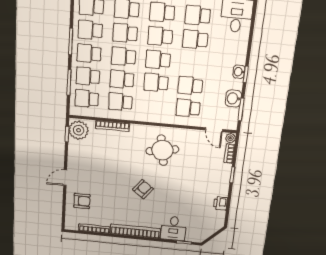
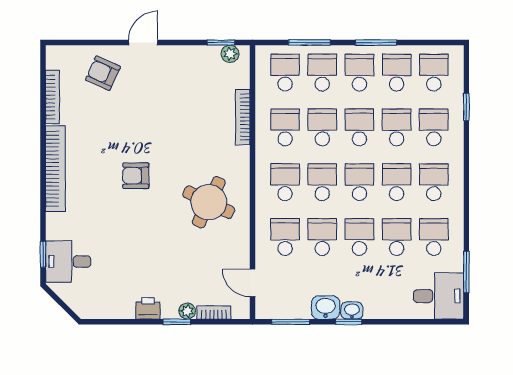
school desk: (193, 63) -> (359, 237), added
washbasin: (233, 98) -> (326, 307), moved
school desk: (154, 105) -> (285, 182), added
plant: (79, 130) -> (230, 54), width x0.53, depth x0.53
door: (214, 130) -> (253, 283), hinge flipped
plant: (231, 138) -> (187, 311), moved
round table: (162, 150) -> (209, 202), turned 36
door: (65, 178) -> (143, 43), hinge flipped
armchair: (143, 189) -> (136, 176), turned 143
armchair: (82, 201) -> (103, 73), turned 114
printer: (220, 203) -> (148, 308), moved
desk: (174, 228) -> (68, 262), moved

